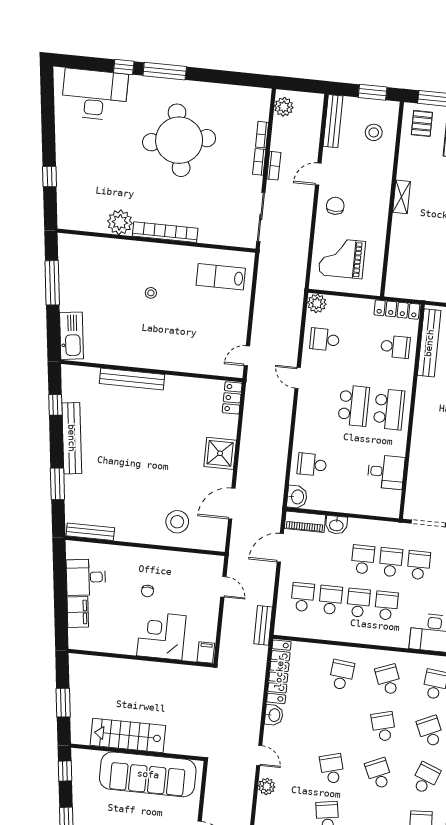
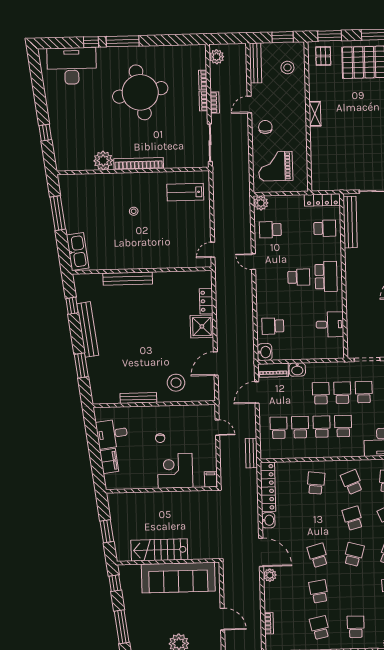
locker: (232, 398) -> (206, 301), moved
school desk: (354, 406) -> (299, 277), width x0.54
bench: (90, 532) -> (138, 398), moved
door: (259, 755) -> (261, 552), width x1.87
school desk: (379, 773) -> (354, 554), turned 39

